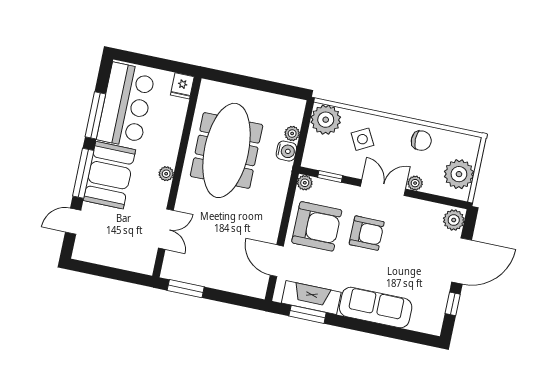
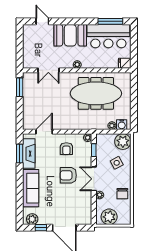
window: (95, 115) -> (110, 21), moved
water cooler: (286, 151) -> (122, 125), moved
window: (83, 173) -> (68, 21), removed
double door: (383, 188) -> (94, 179), swing flipped
plant: (454, 220) -> (32, 219), moved
armchair: (317, 226) -> (66, 149), width x0.53, depth x0.53
armchair: (367, 233) -> (68, 175), turned 90

